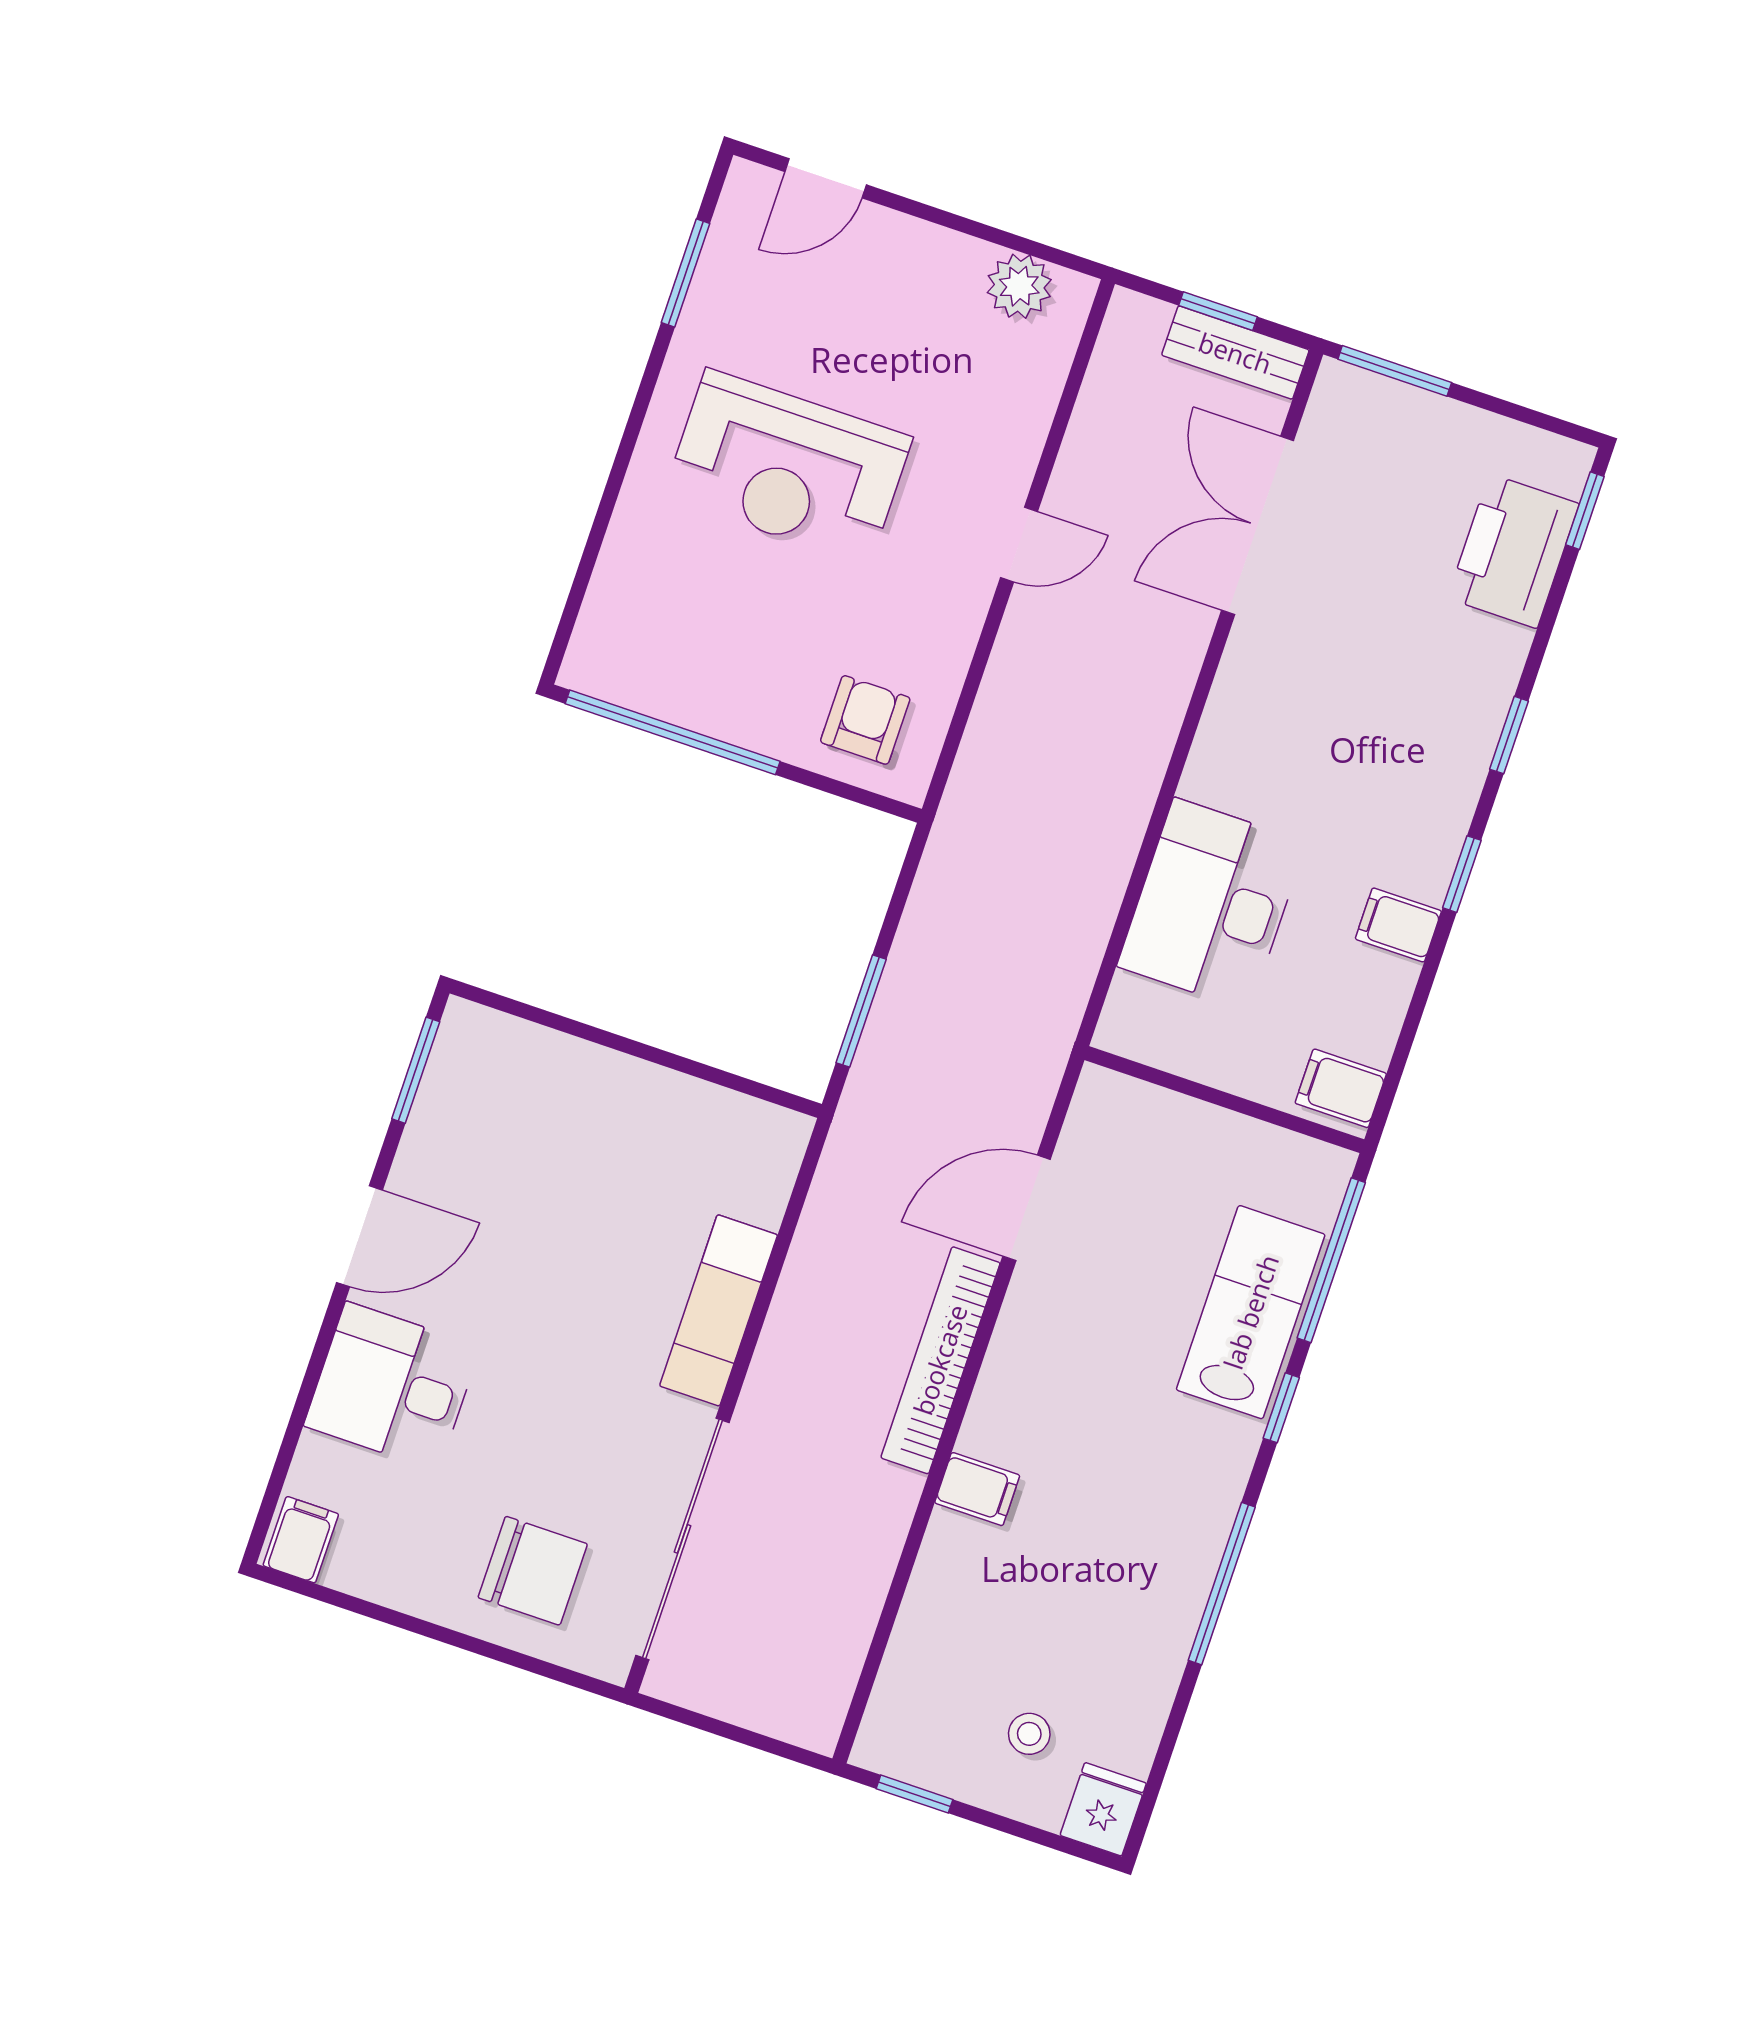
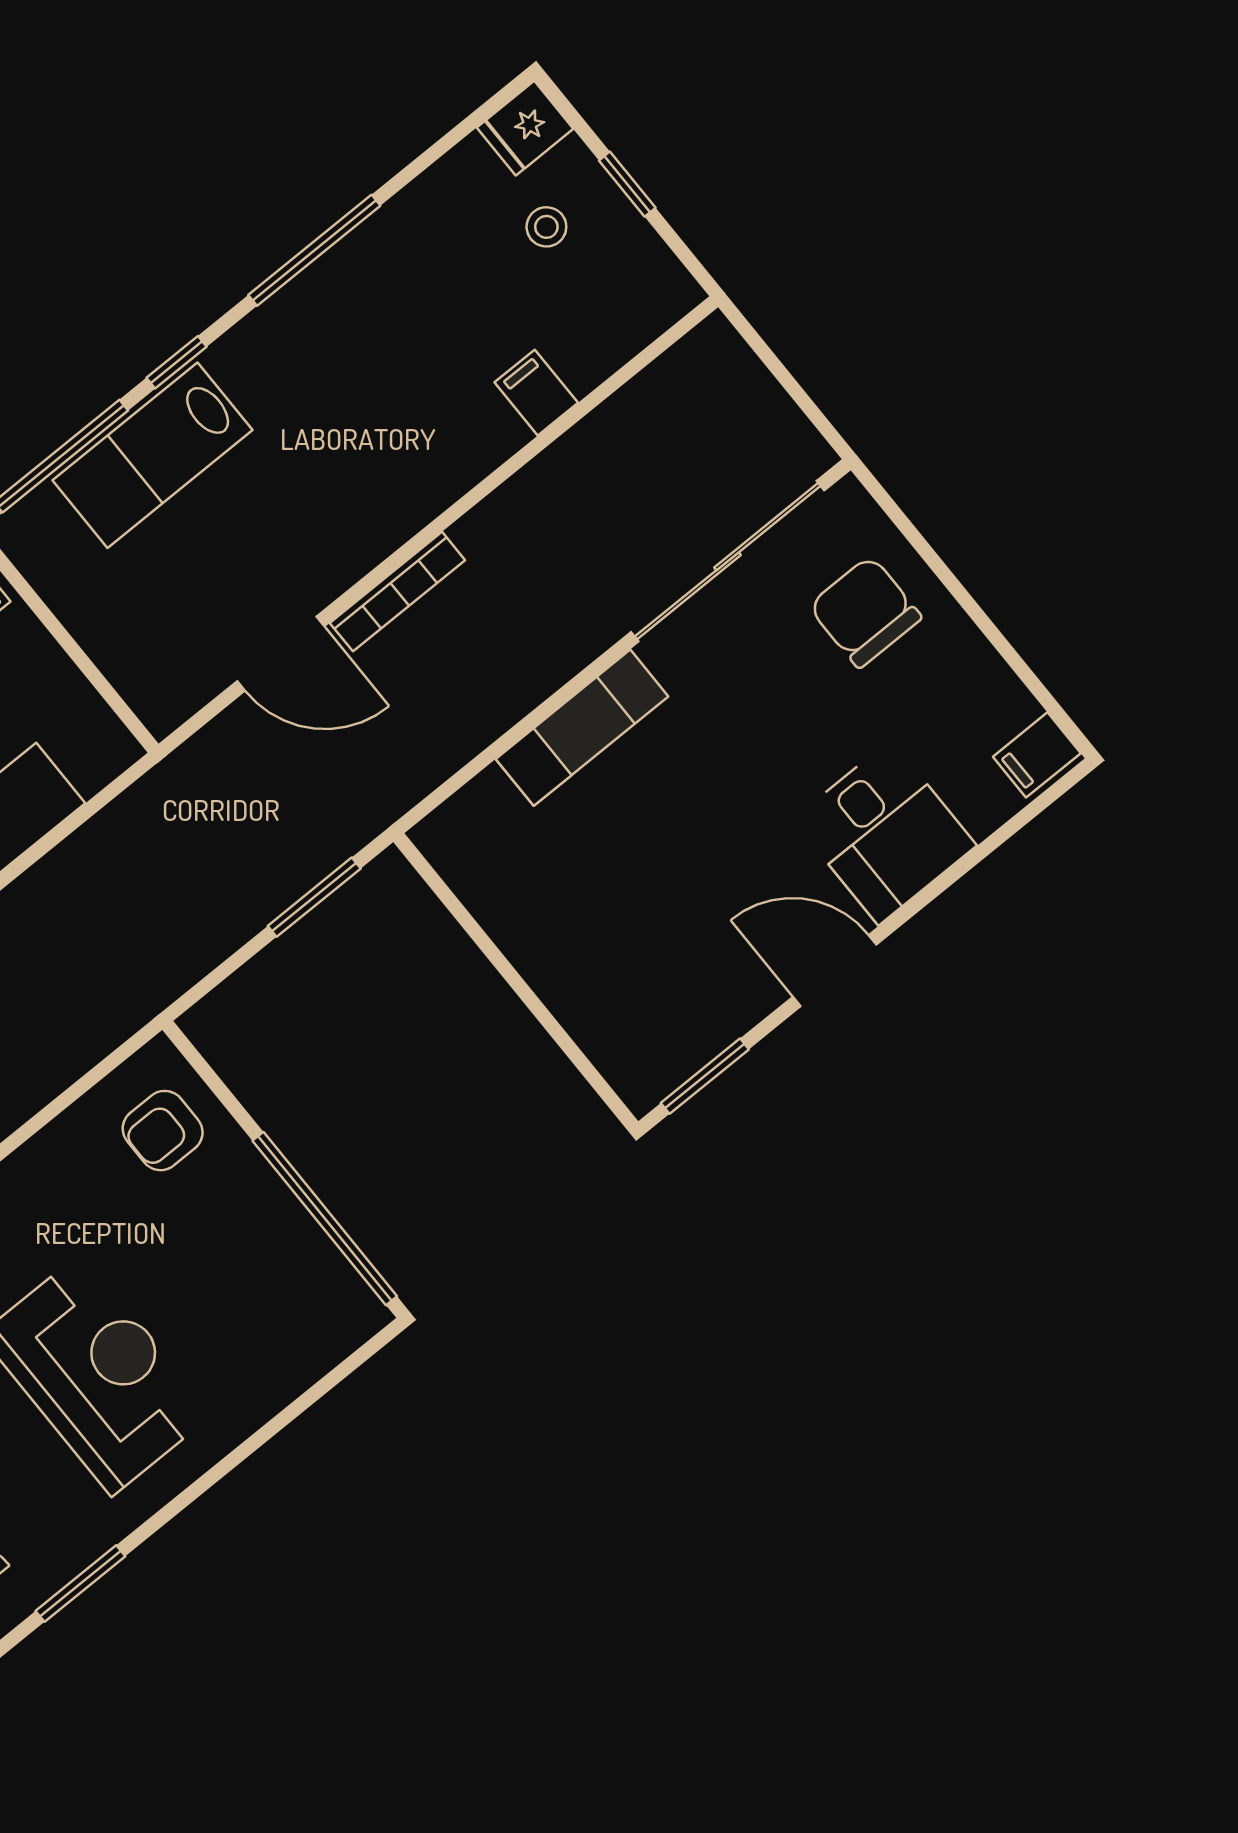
bookcase: (940, 1360) -> (397, 592), width x0.68, depth x0.76
filing cabinet: (977, 1489) -> (536, 393), moved
window: (914, 1794) -> (627, 184), moved

